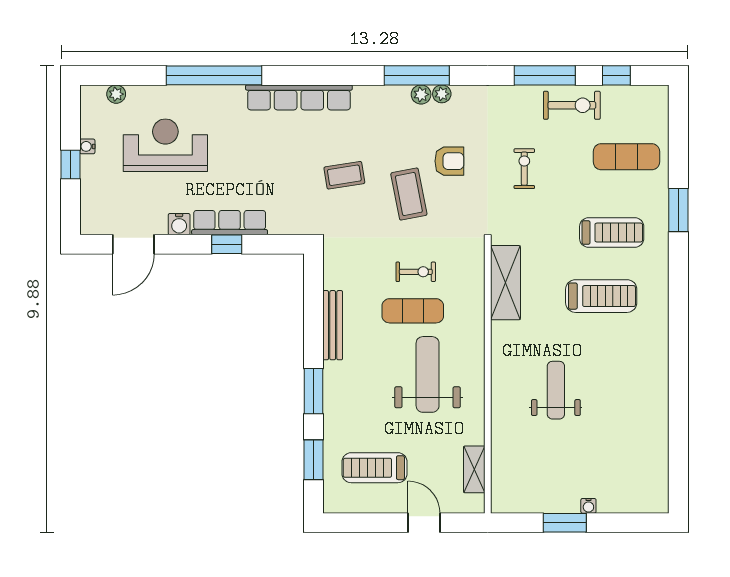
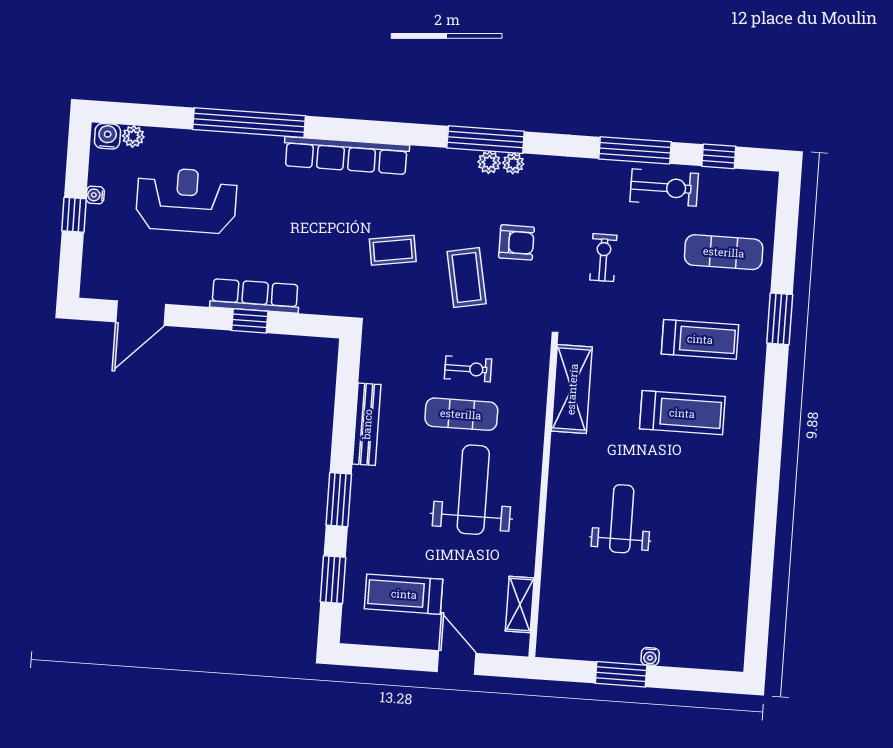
water cooler: (179, 224) -> (107, 136), moved, turned 180

